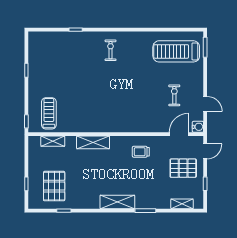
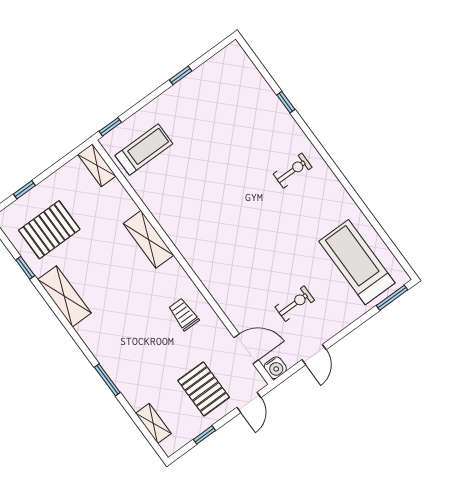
shelving: (53, 141) -> (97, 165), moved
door: (205, 151) -> (249, 402), hinge flipped
shelving: (117, 202) -> (64, 296), moved

